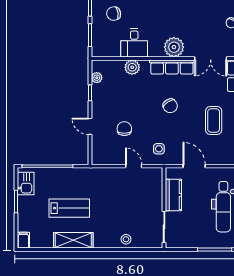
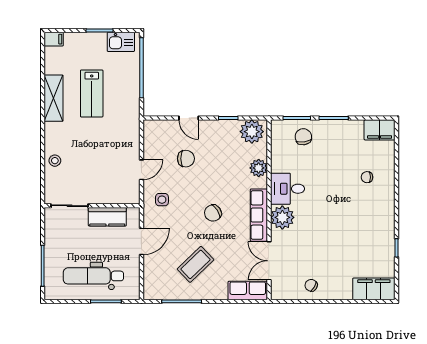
chair: (114, 14) -> (303, 137), moved
desk: (134, 43) -> (287, 189), moved
plant: (97, 78) -> (252, 132), width x1.87, depth x1.87
coffee table: (214, 120) -> (195, 264), turned -44
door: (90, 126) -> (189, 118), swing flipped

